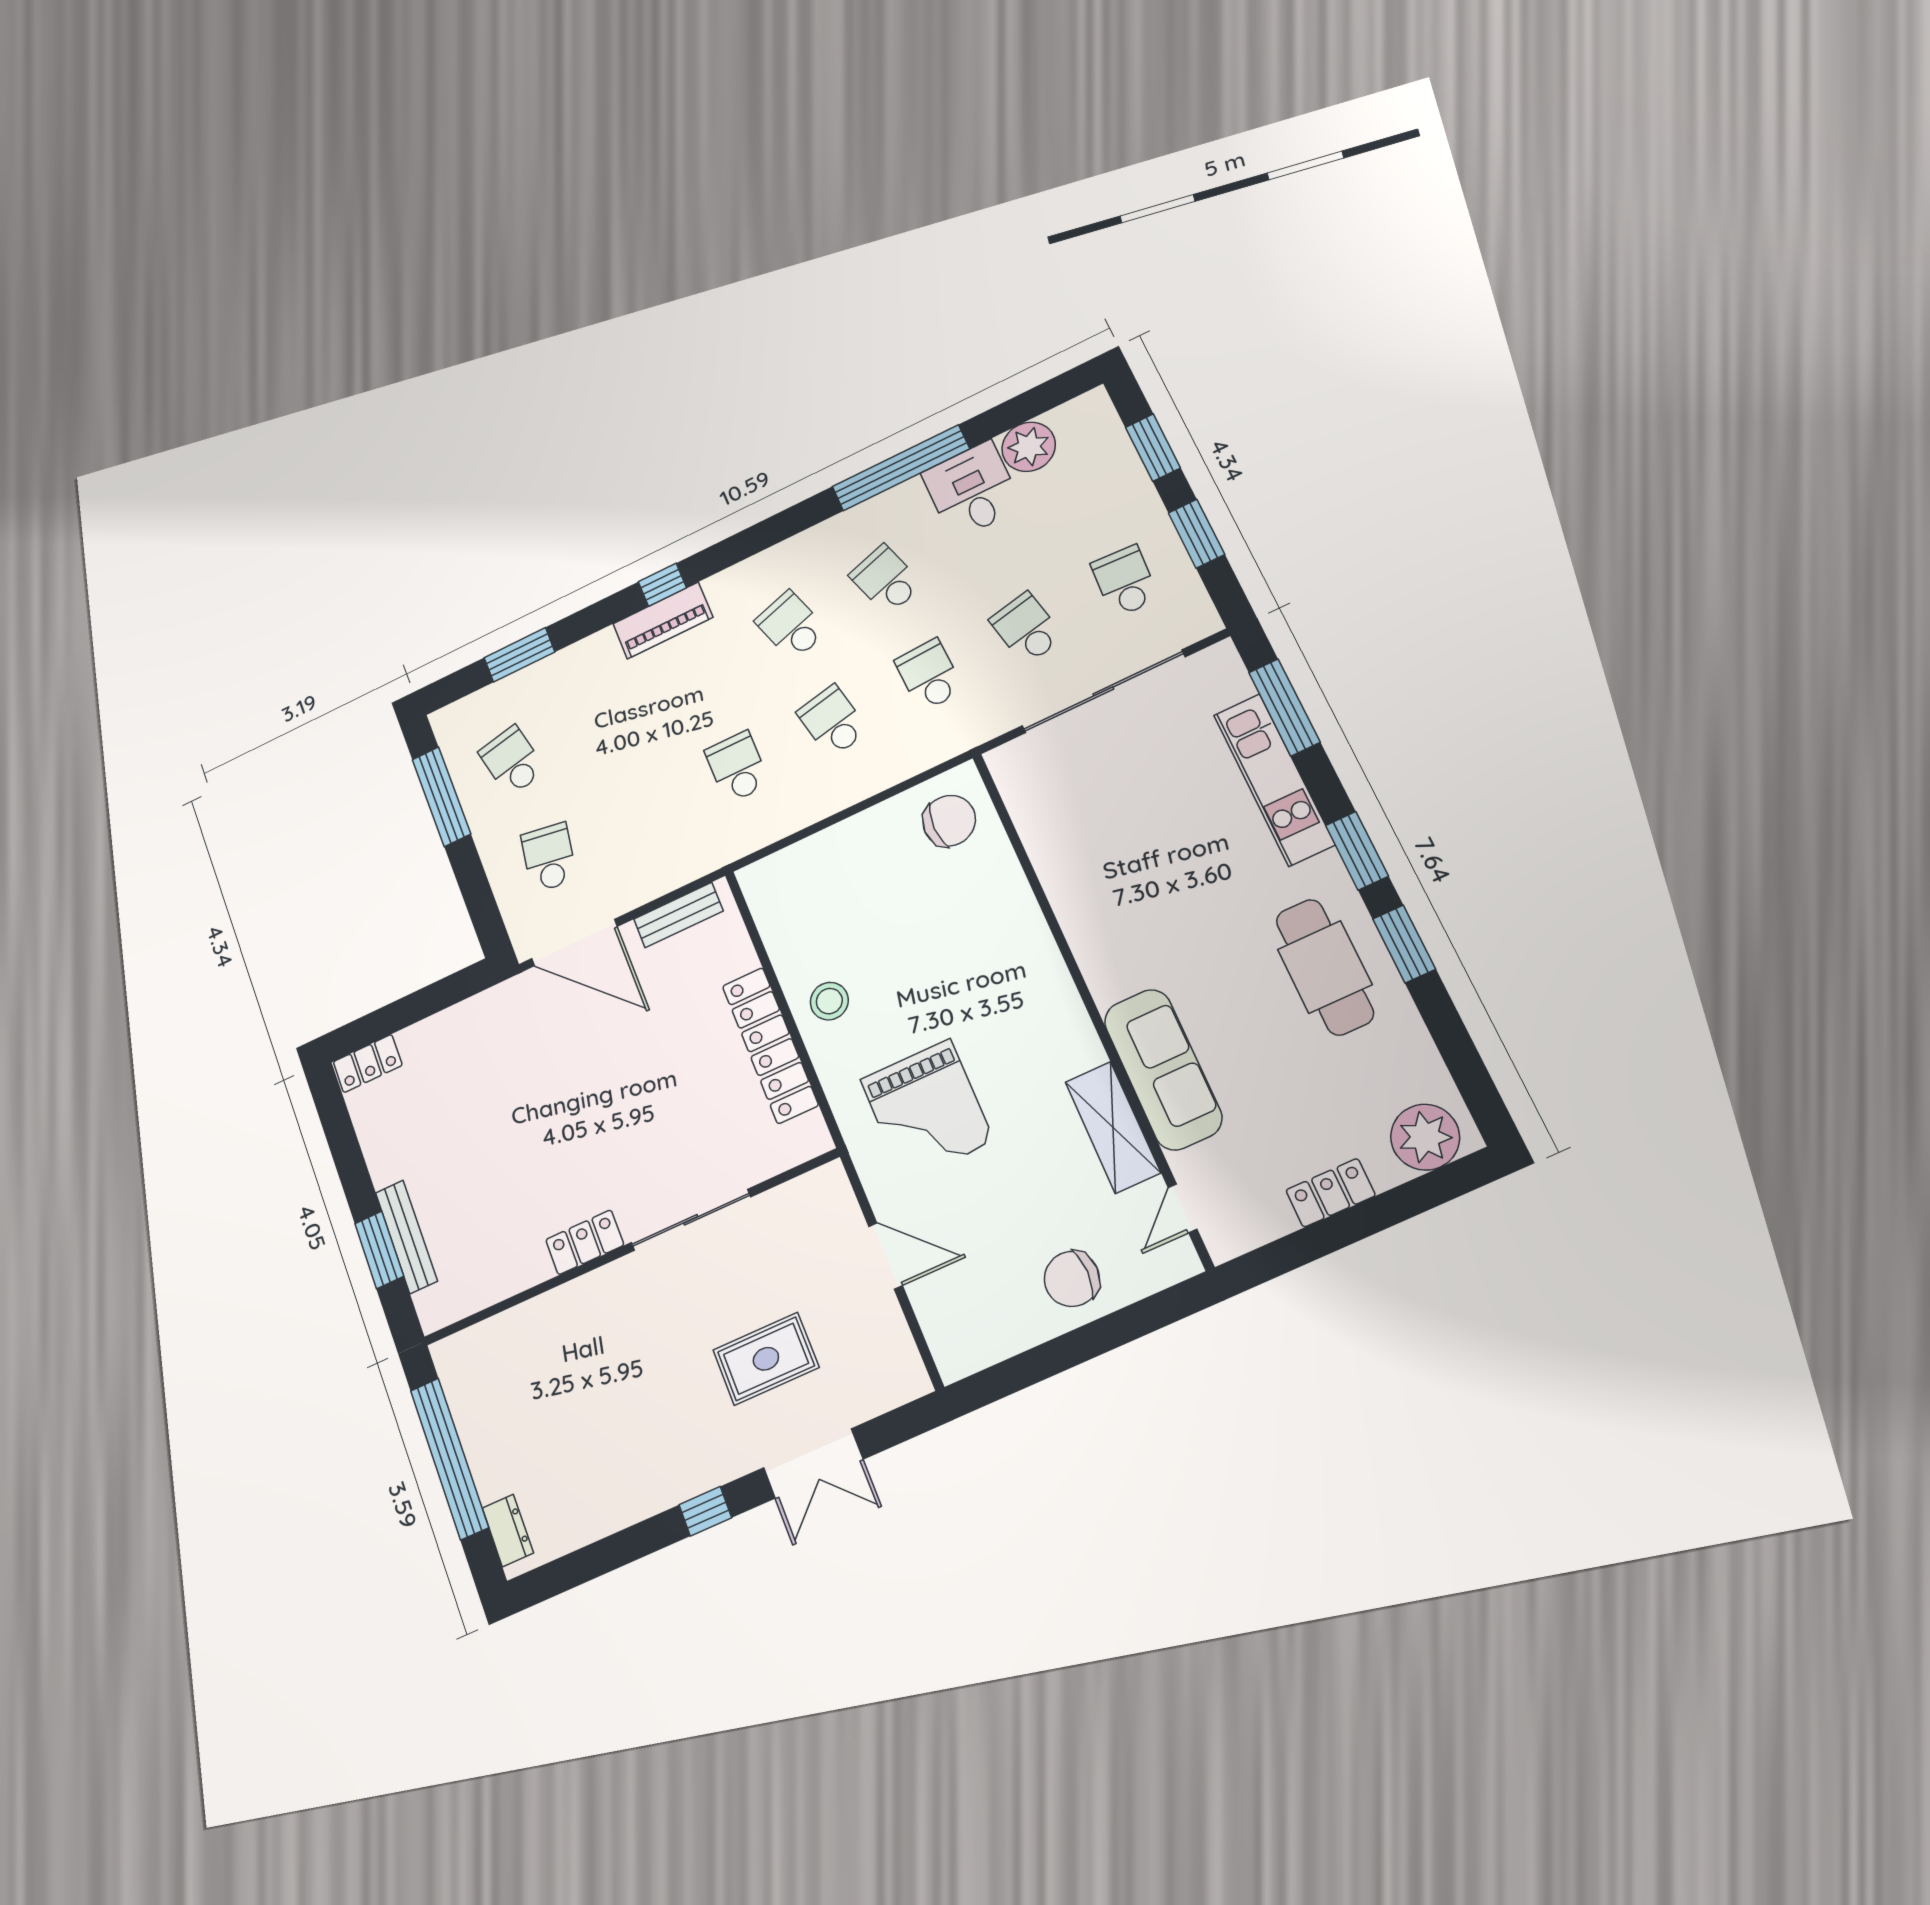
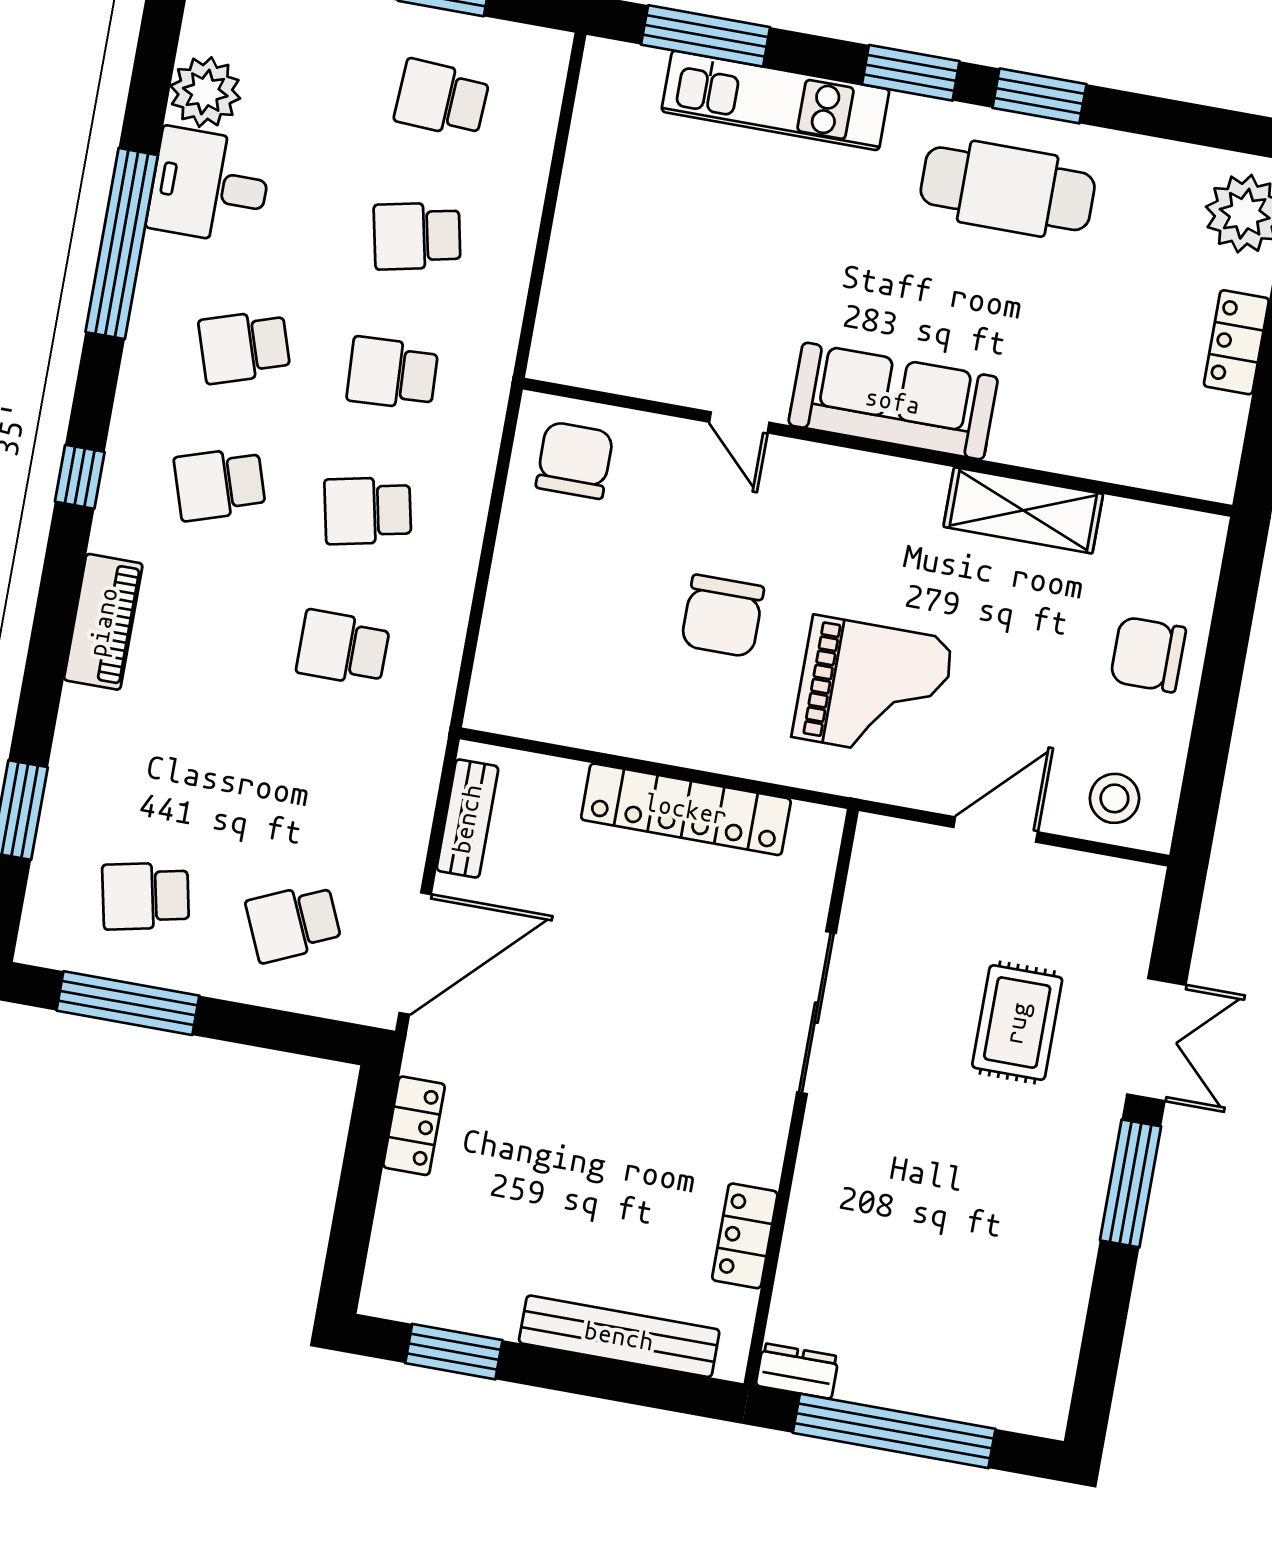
window: (662, 585) -> (80, 477), moved
sliding door: (1103, 691) -> (550, 205), removed
school desk: (549, 857) -> (294, 923), turned -33
chair: (910, 981) -> (722, 616), added
stool: (829, 1001) -> (1114, 798), moved
locker: (368, 1064) -> (414, 1126), moved
sofa: (1163, 1069) -> (893, 401), moved
door: (1183, 1208) -> (739, 422), moved
bench: (406, 1237) -> (619, 1336), width x1.37, depth x1.21
locker: (585, 1242) -> (745, 1236), moved
window: (379, 1250) -> (454, 1352), moved
chair: (1072, 1279) -> (1148, 654), turned 90
window: (705, 1511) -> (1131, 1183), width x2.17
dresser: (508, 1530) -> (797, 1371), moved

